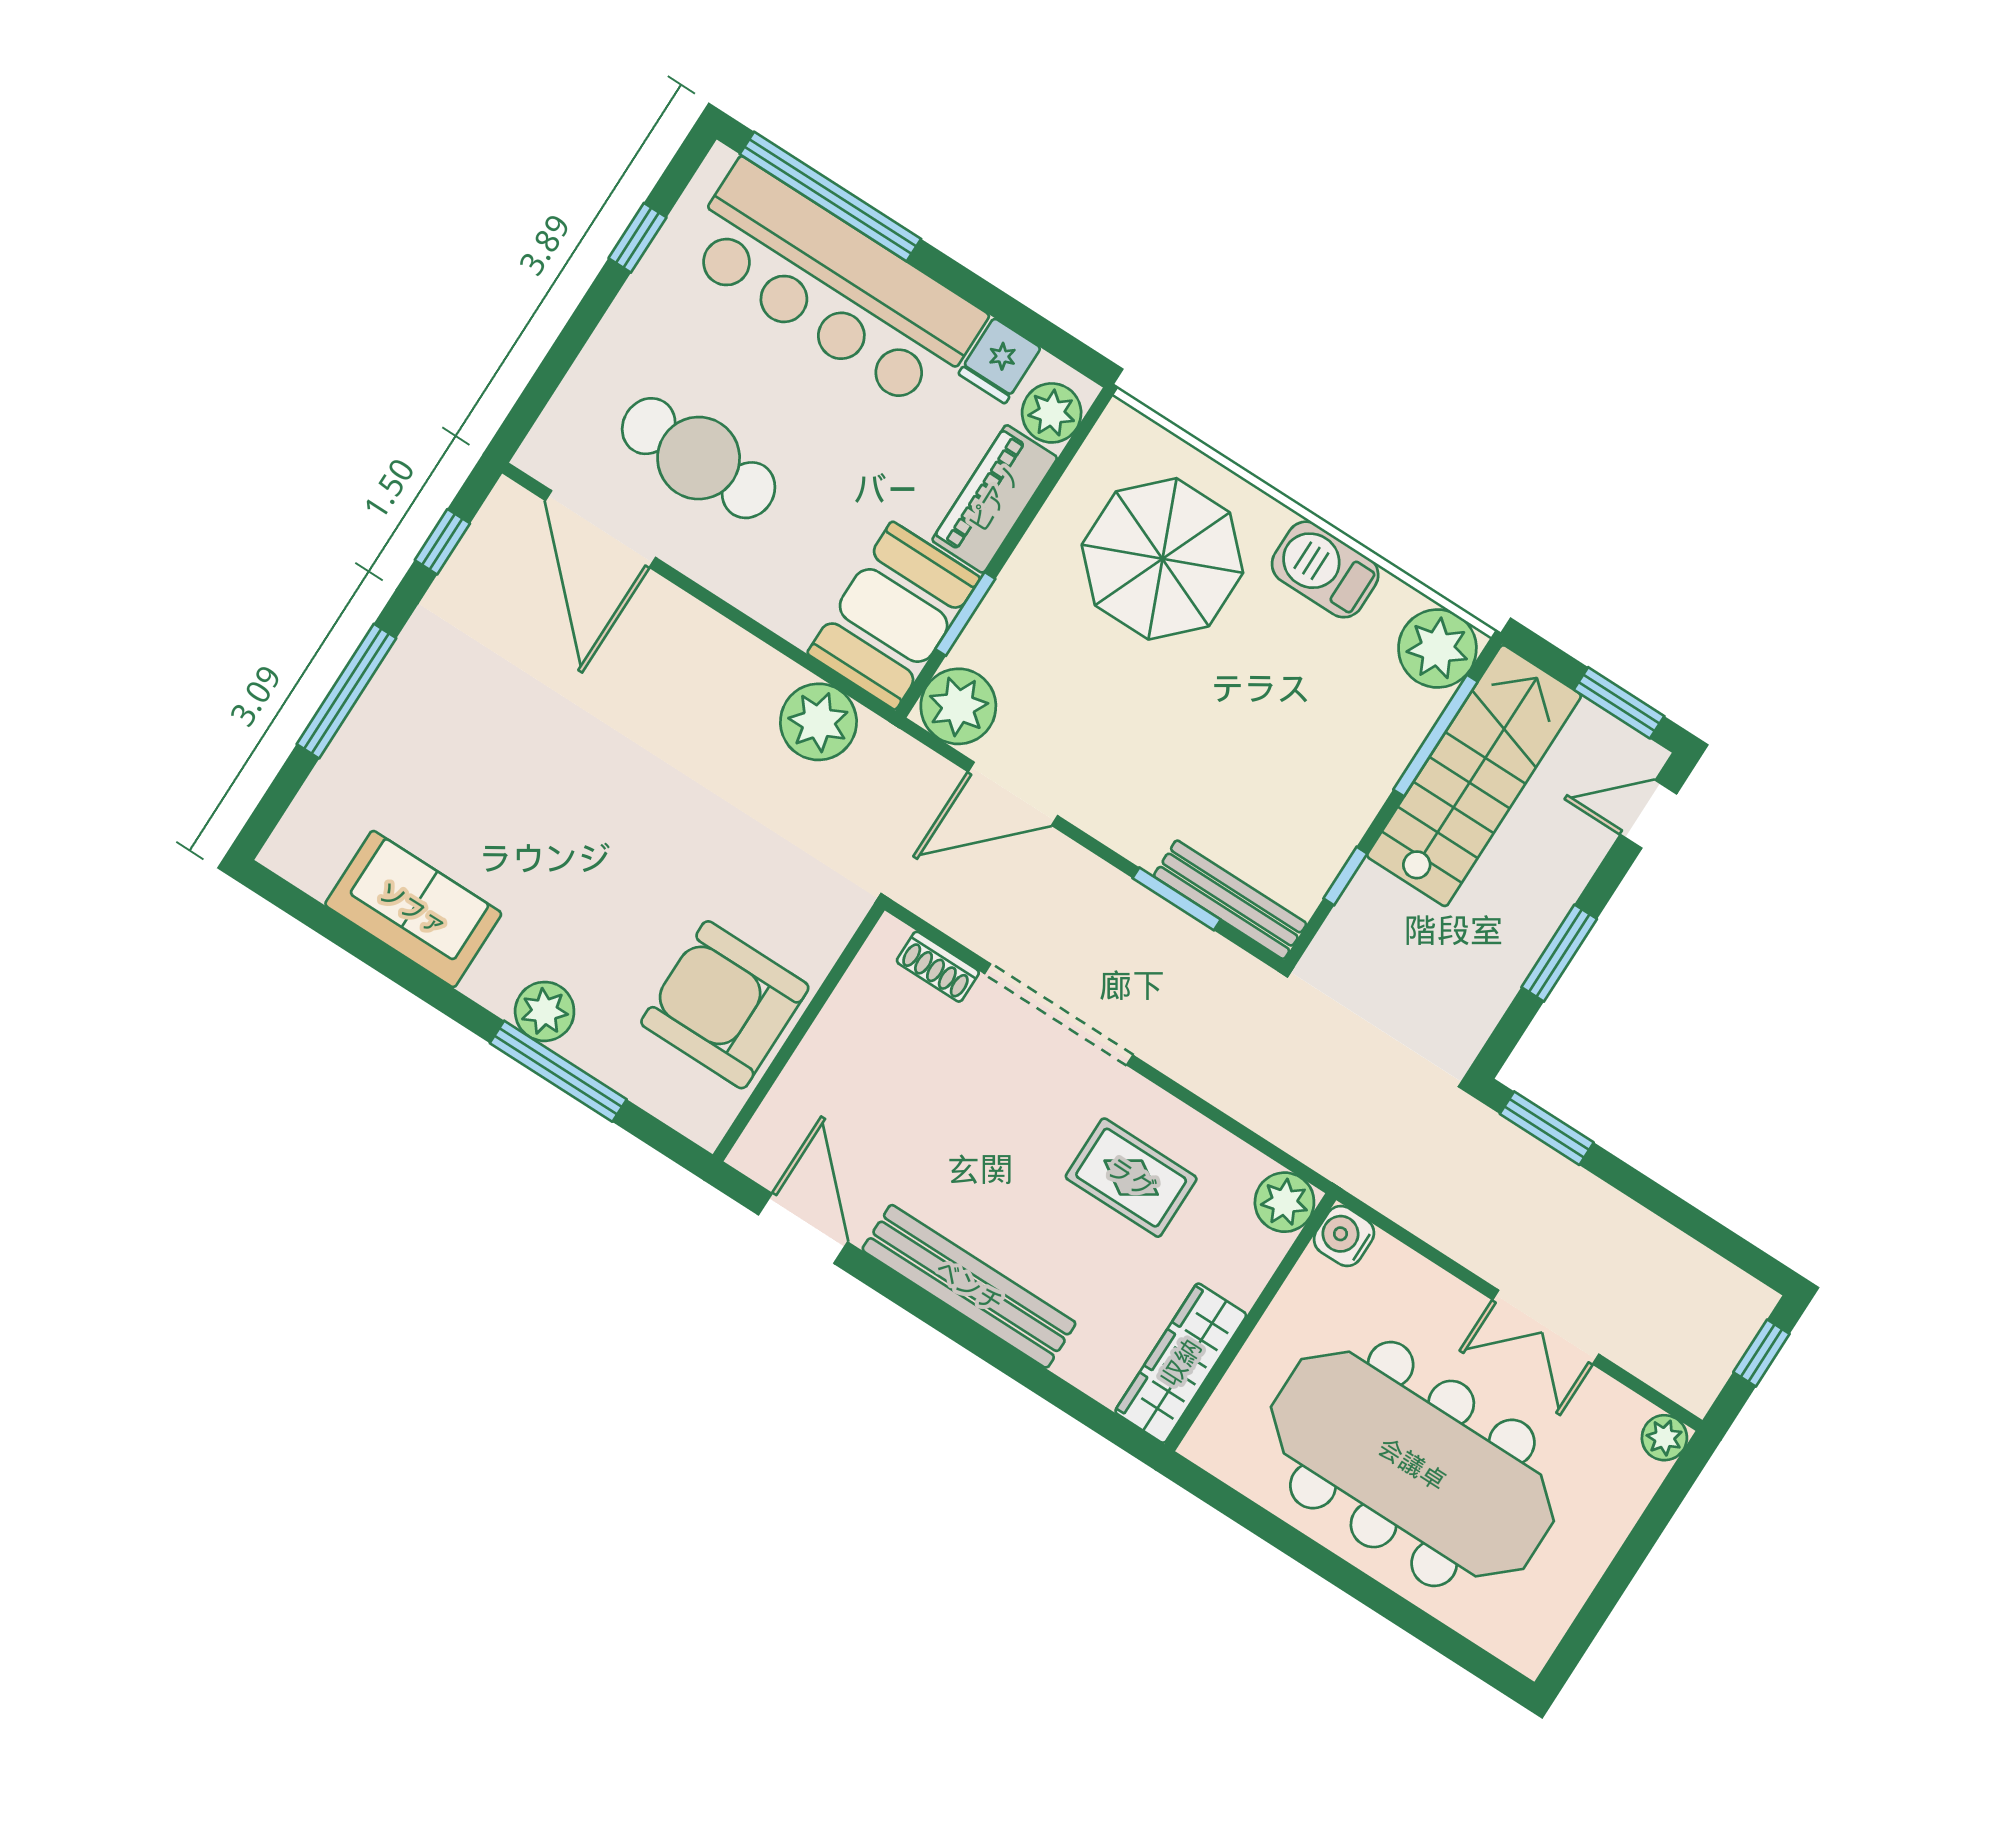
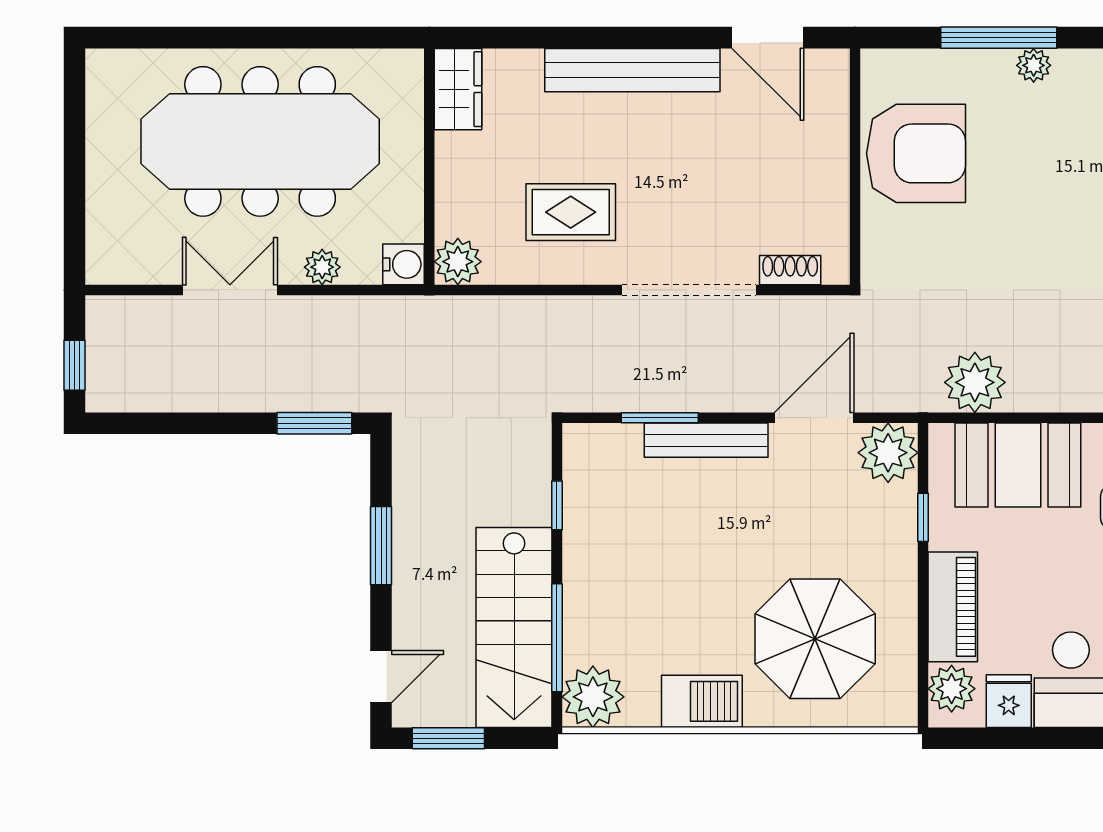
window: (965, 614) -> (923, 517), width x0.67
booth: (894, 616) -> (1018, 465), moved, turned 90
bench: (1230, 900) -> (706, 440), moved
plant: (545, 1011) -> (1034, 65), width x0.73, depth x0.73
wardrobe: (1181, 1363) -> (458, 89), width x0.67
plant: (1664, 1438) -> (322, 267), moved

